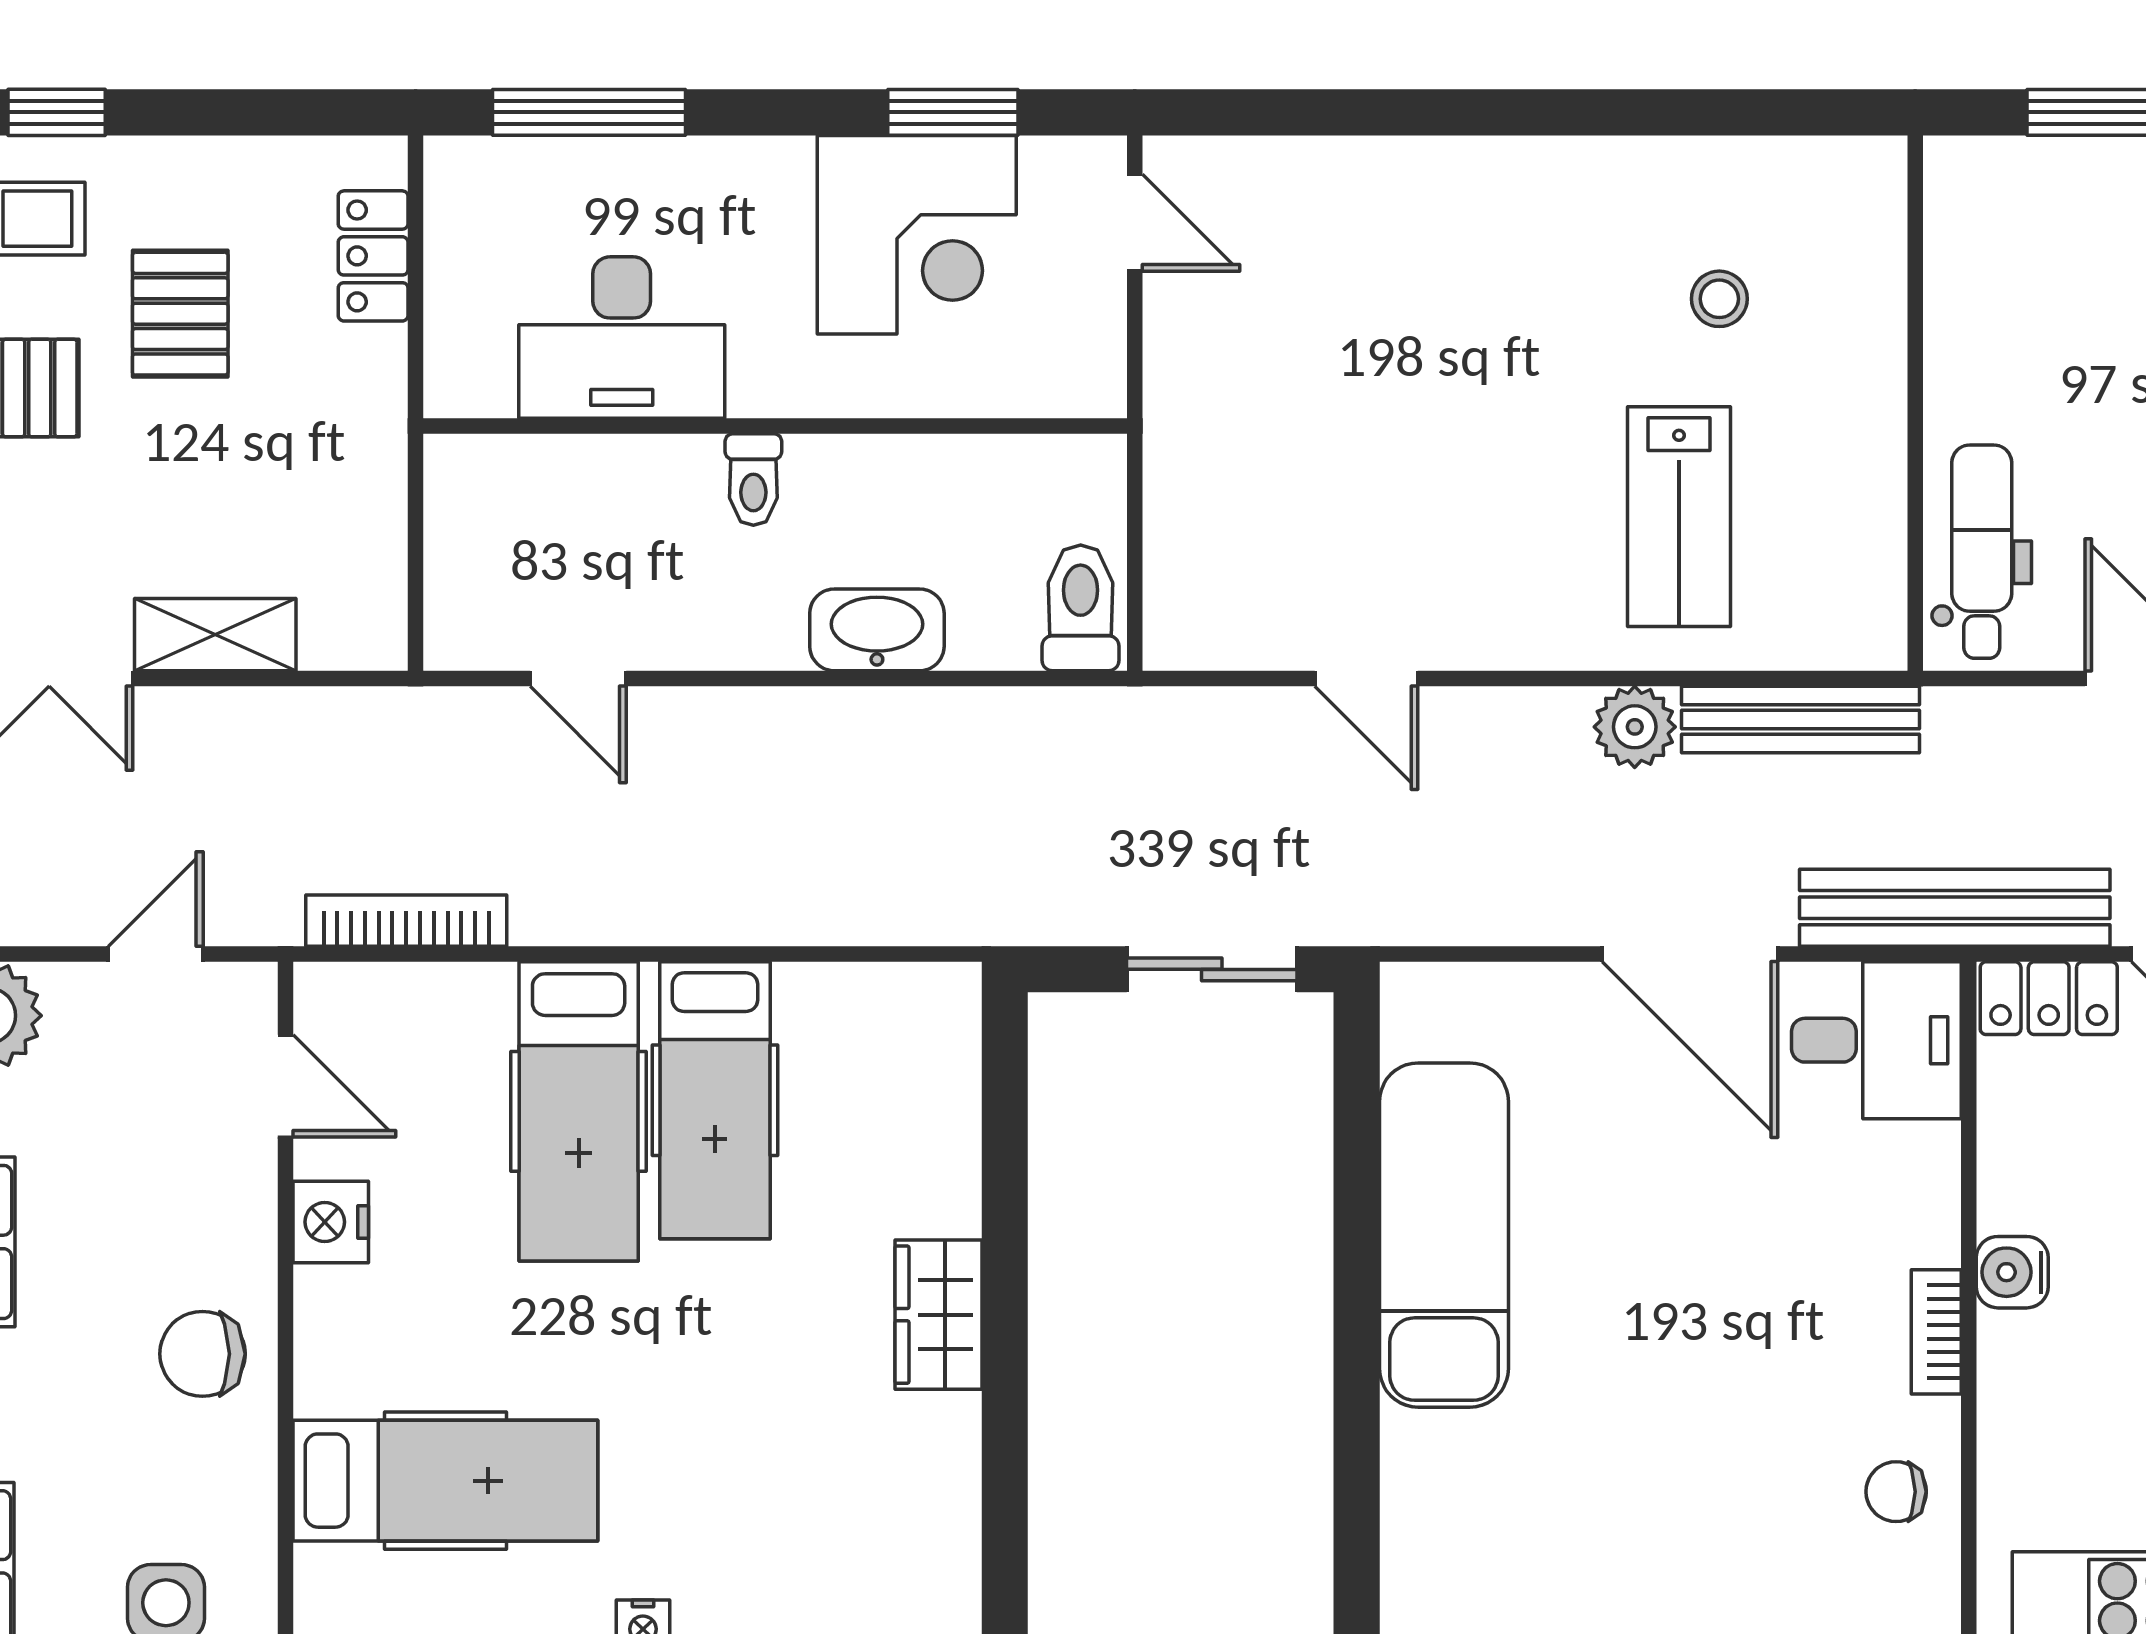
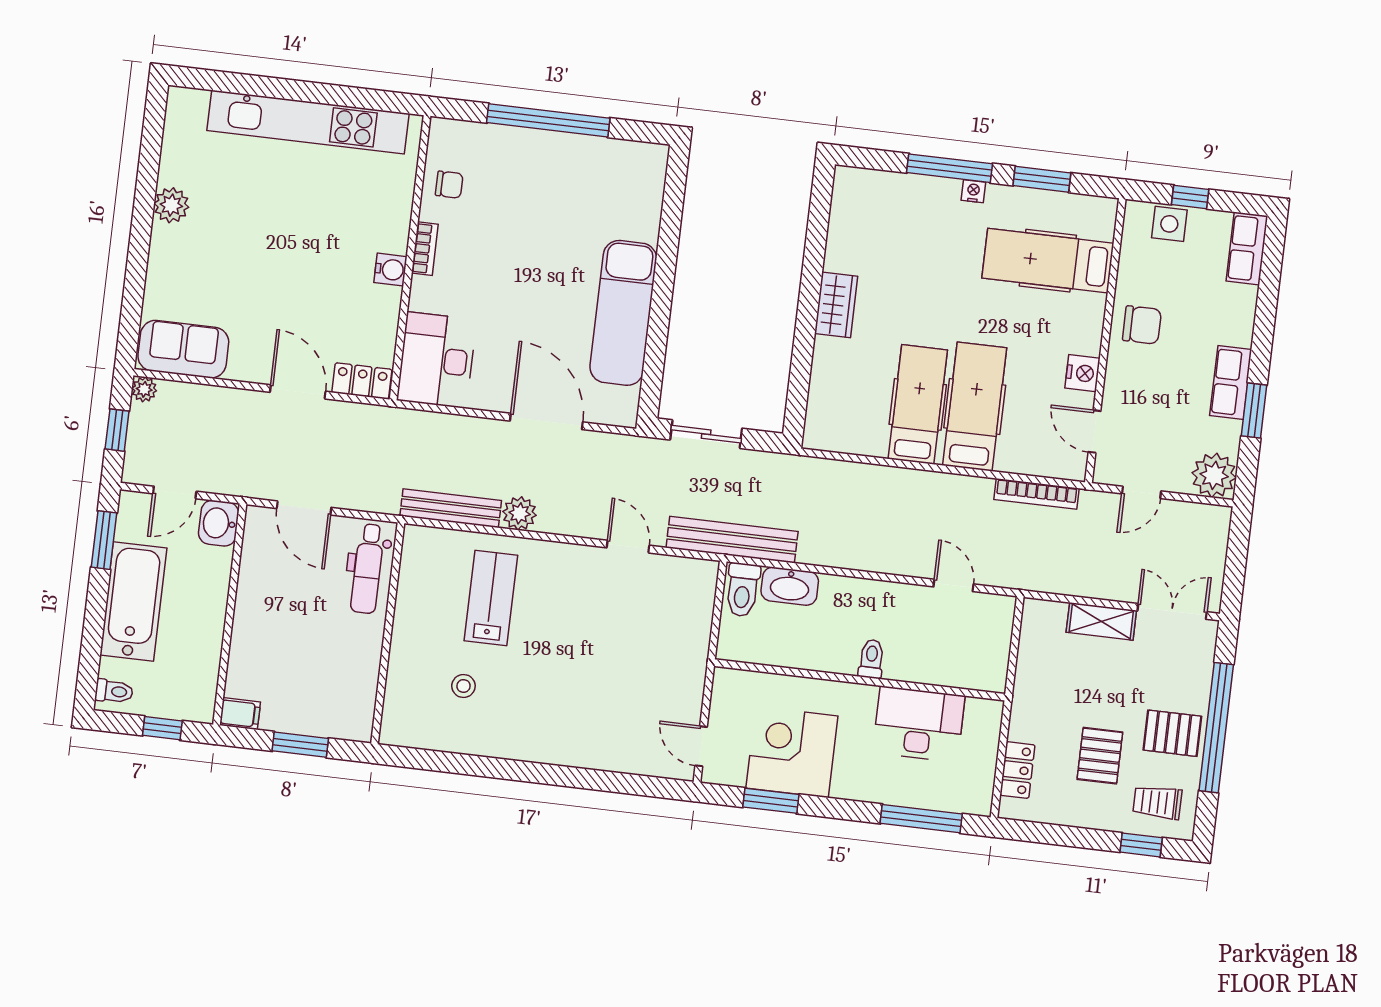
washbasin: (877, 630) -> (790, 586), moved
bench: (1955, 908) -> (732, 540), moved
door: (1690, 954) -> (546, 421), moved
desk: (1876, 1040) -> (437, 360), width x1.37

